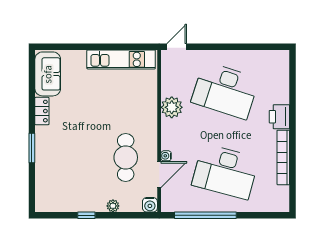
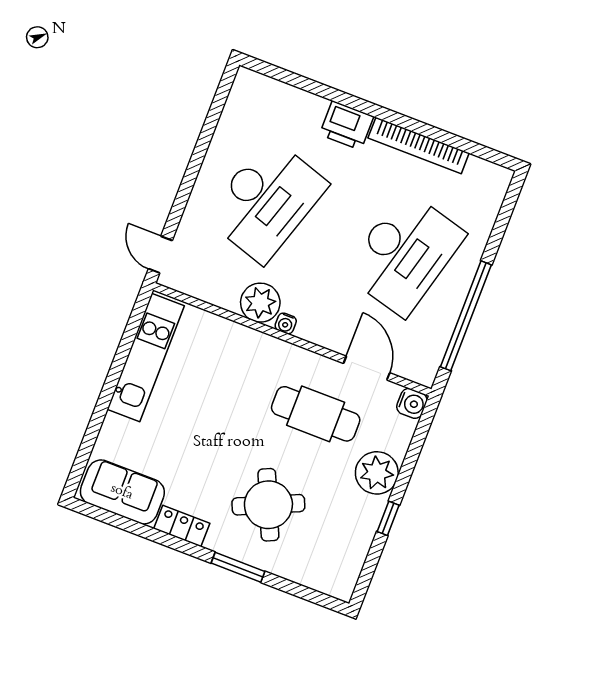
round table: (70, 151) -> (268, 505), added
water cooler: (166, 156) -> (286, 323), moved
plant: (113, 206) -> (377, 473), width x1.88, depth x1.88

